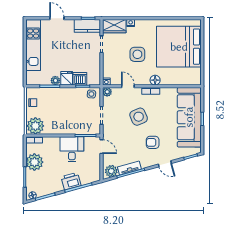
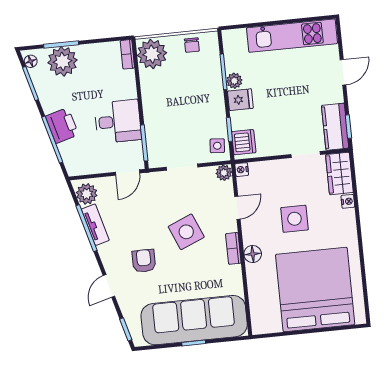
dishwasher: (80, 79) -> (244, 142), moved
plant: (34, 162) -> (62, 61), moved

